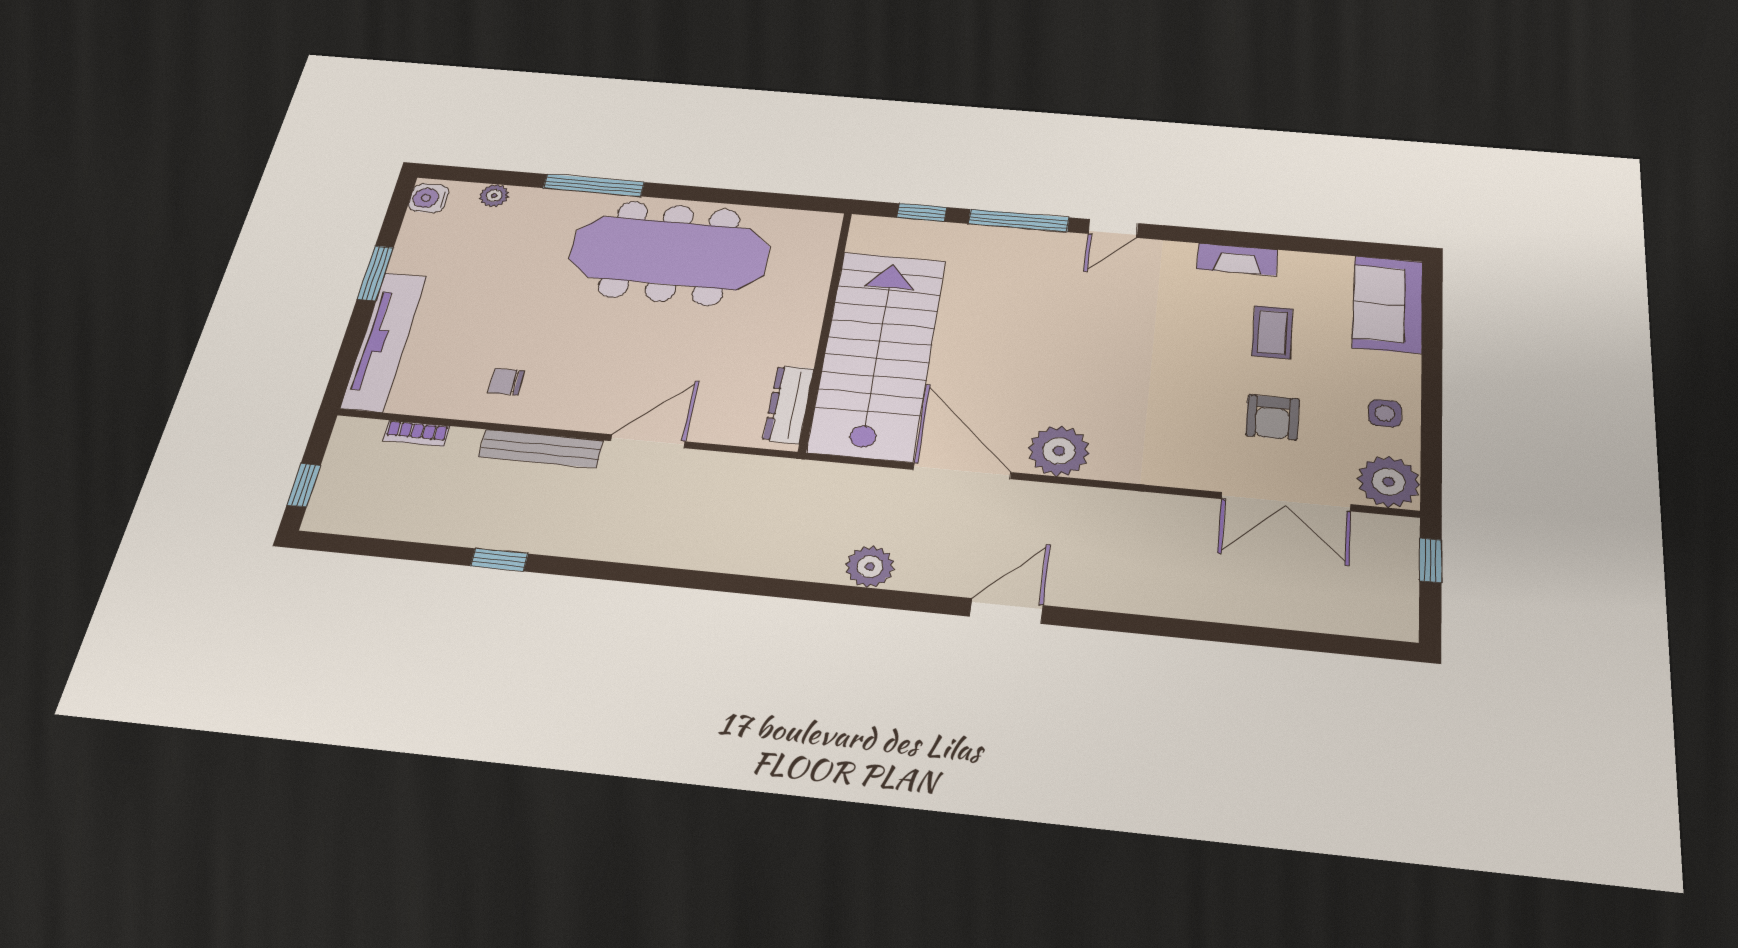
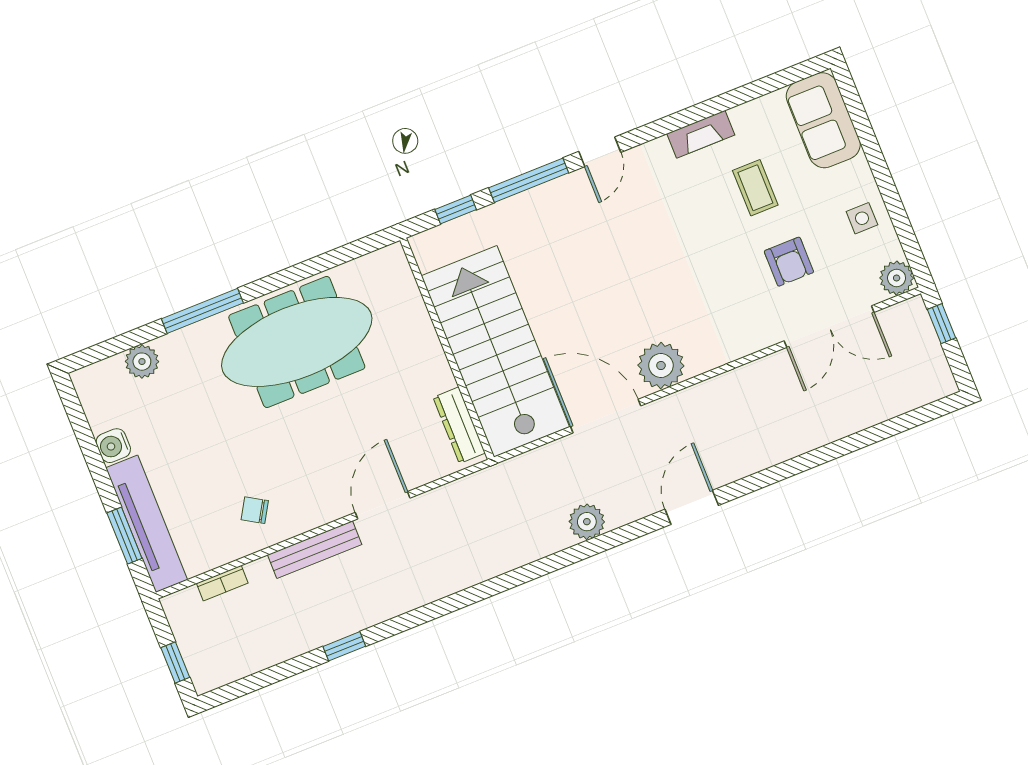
plant: (494, 196) -> (142, 362), width x1.38, depth x1.38
water cooler: (429, 198) -> (113, 446), moved
window: (375, 273) -> (124, 536), moved
chair: (506, 382) -> (255, 510), turned 31
plant: (1389, 482) -> (897, 278), width x0.73, depth x0.73

